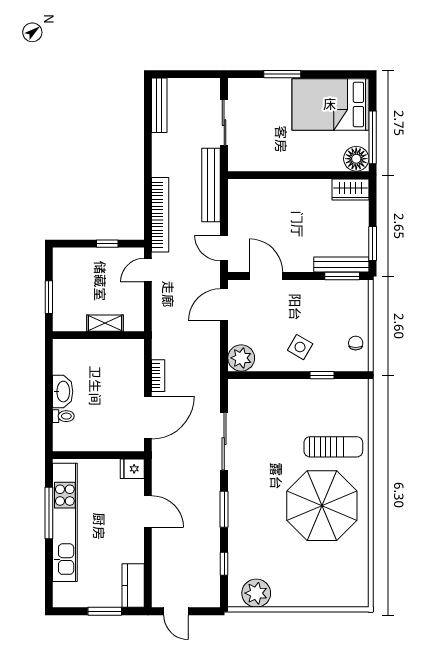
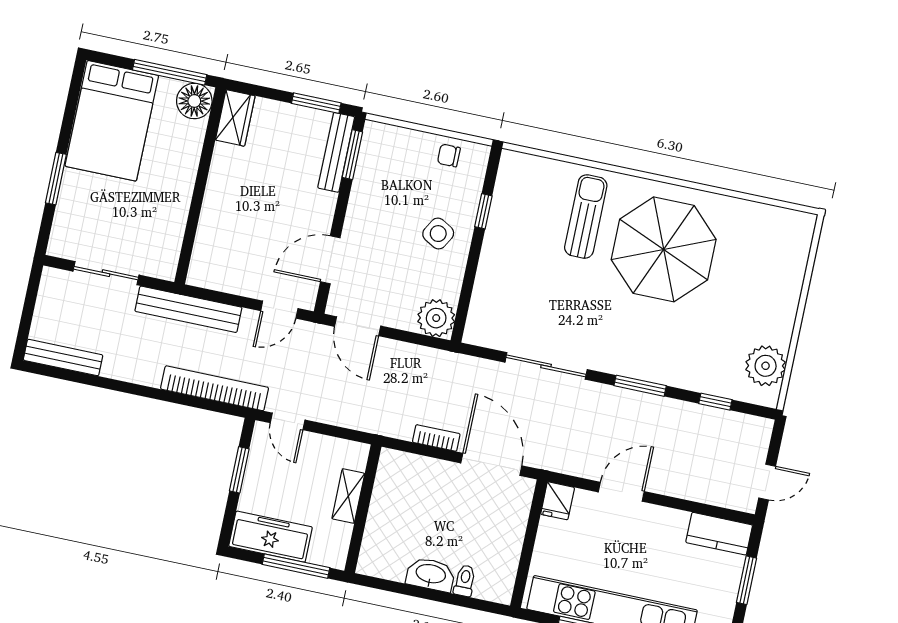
window: (107, 244) -> (239, 470), width x1.50
freezer: (65, 275) -> (271, 537), added
window: (49, 297) -> (296, 566), width x1.44

